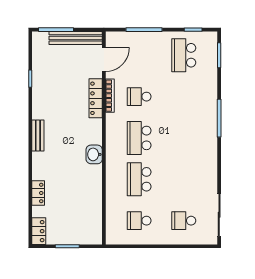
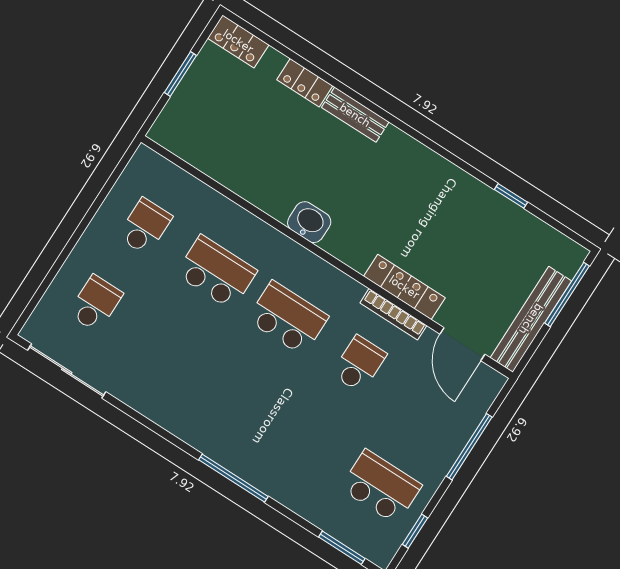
bench: (38, 135) -> (355, 115), moved

